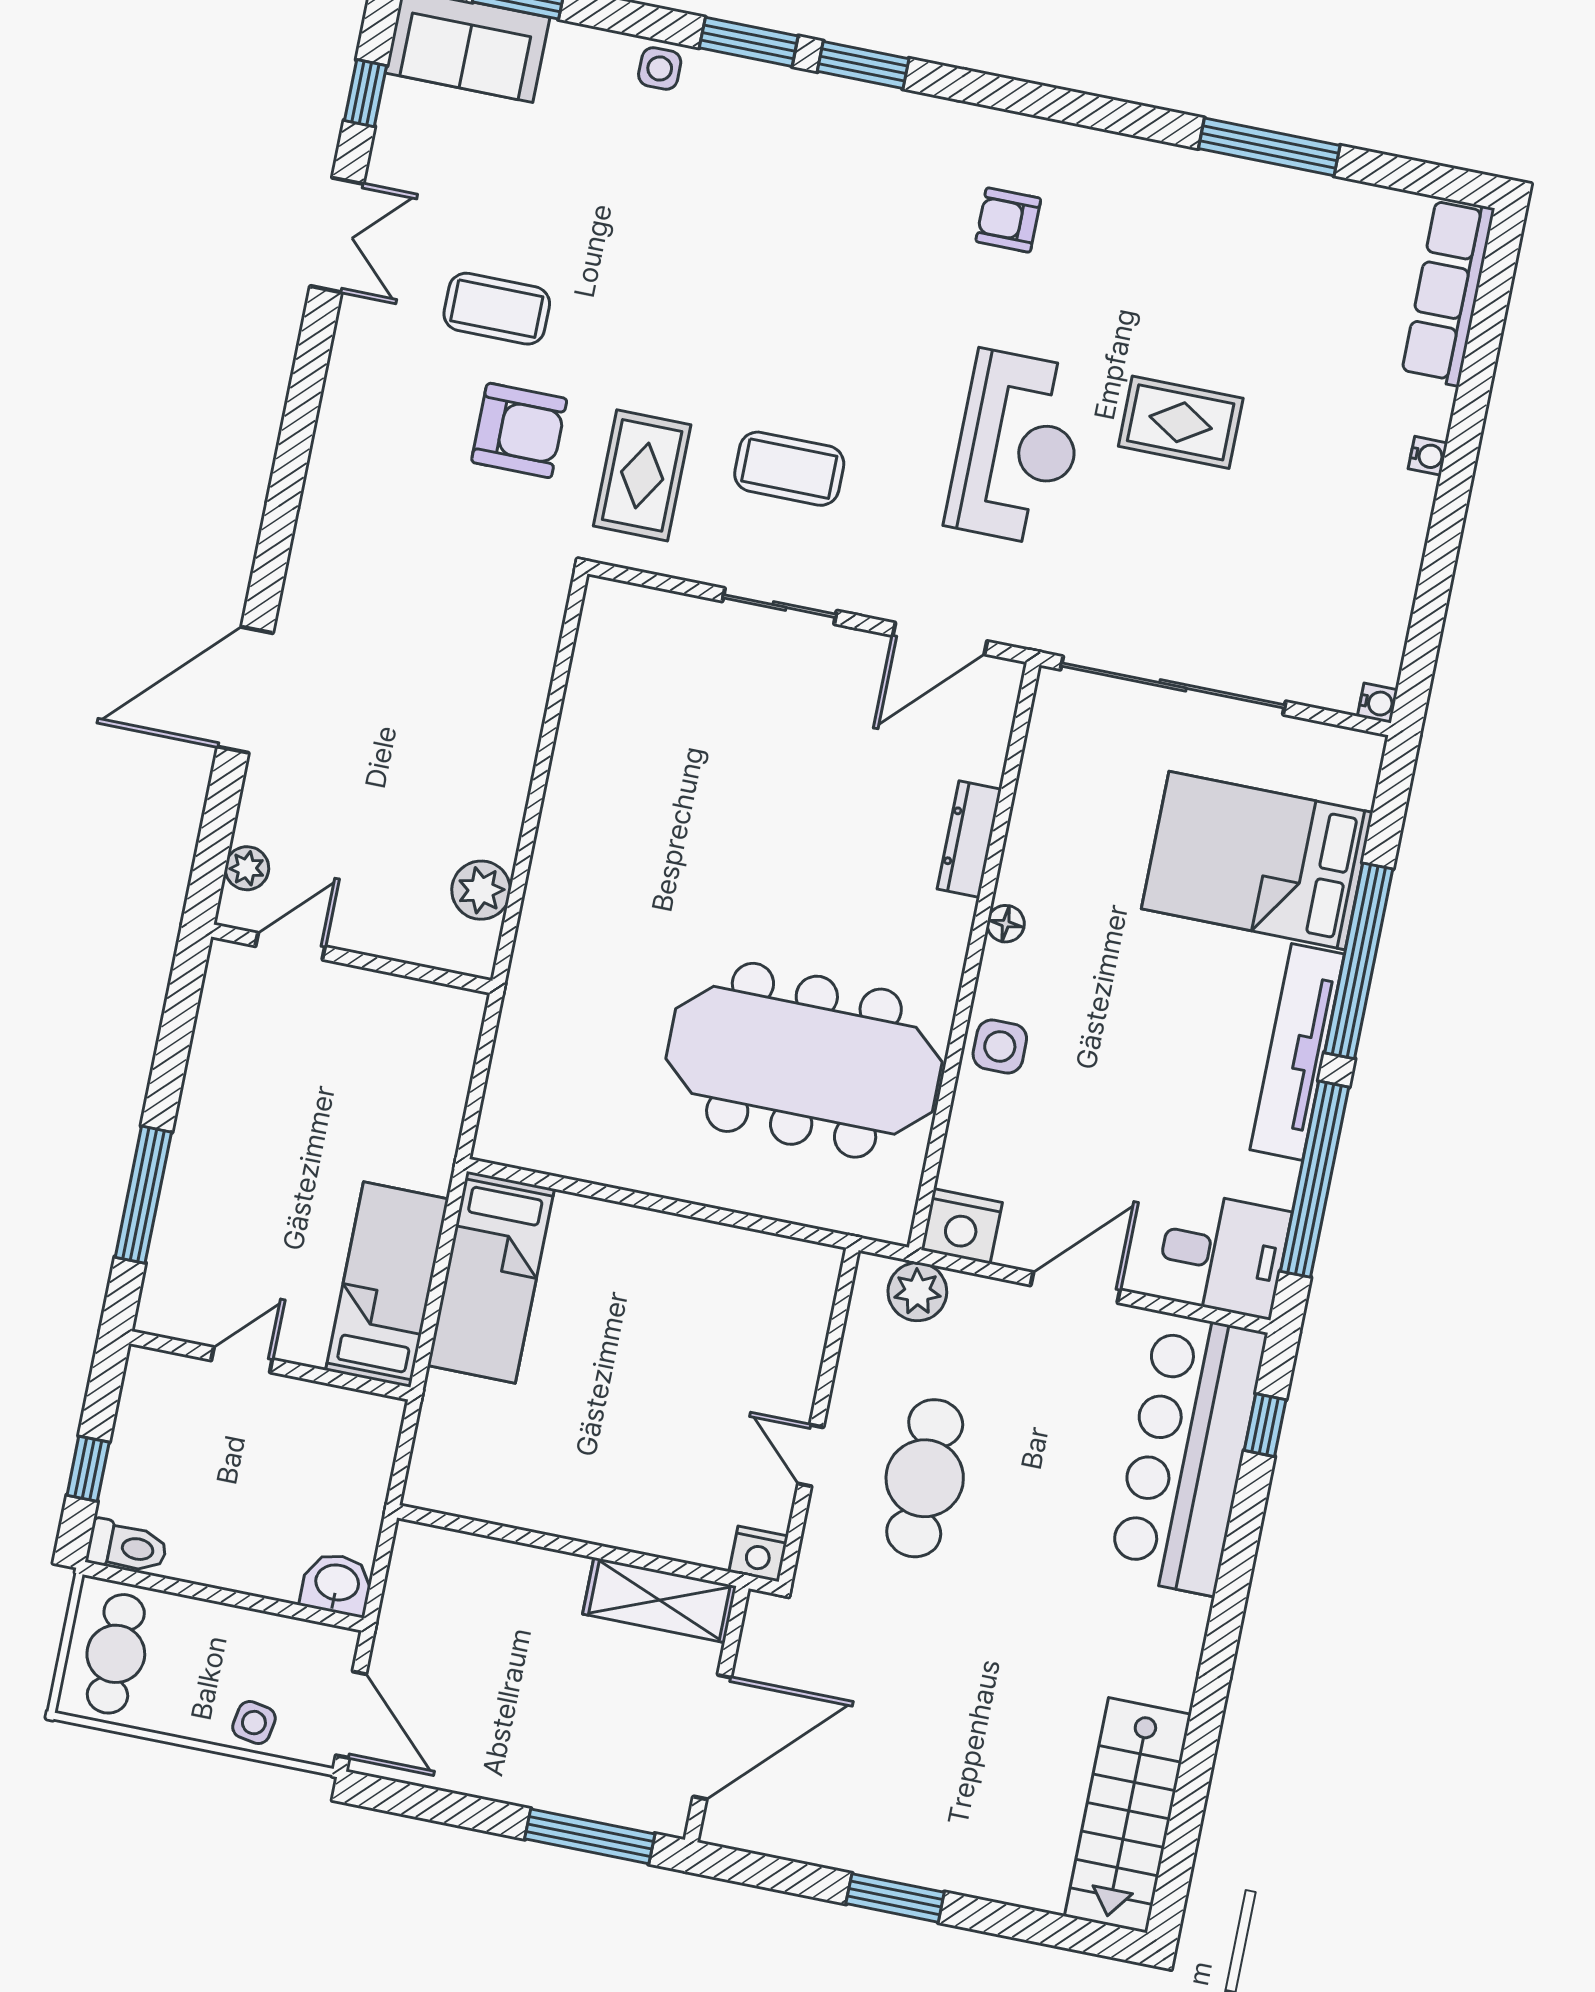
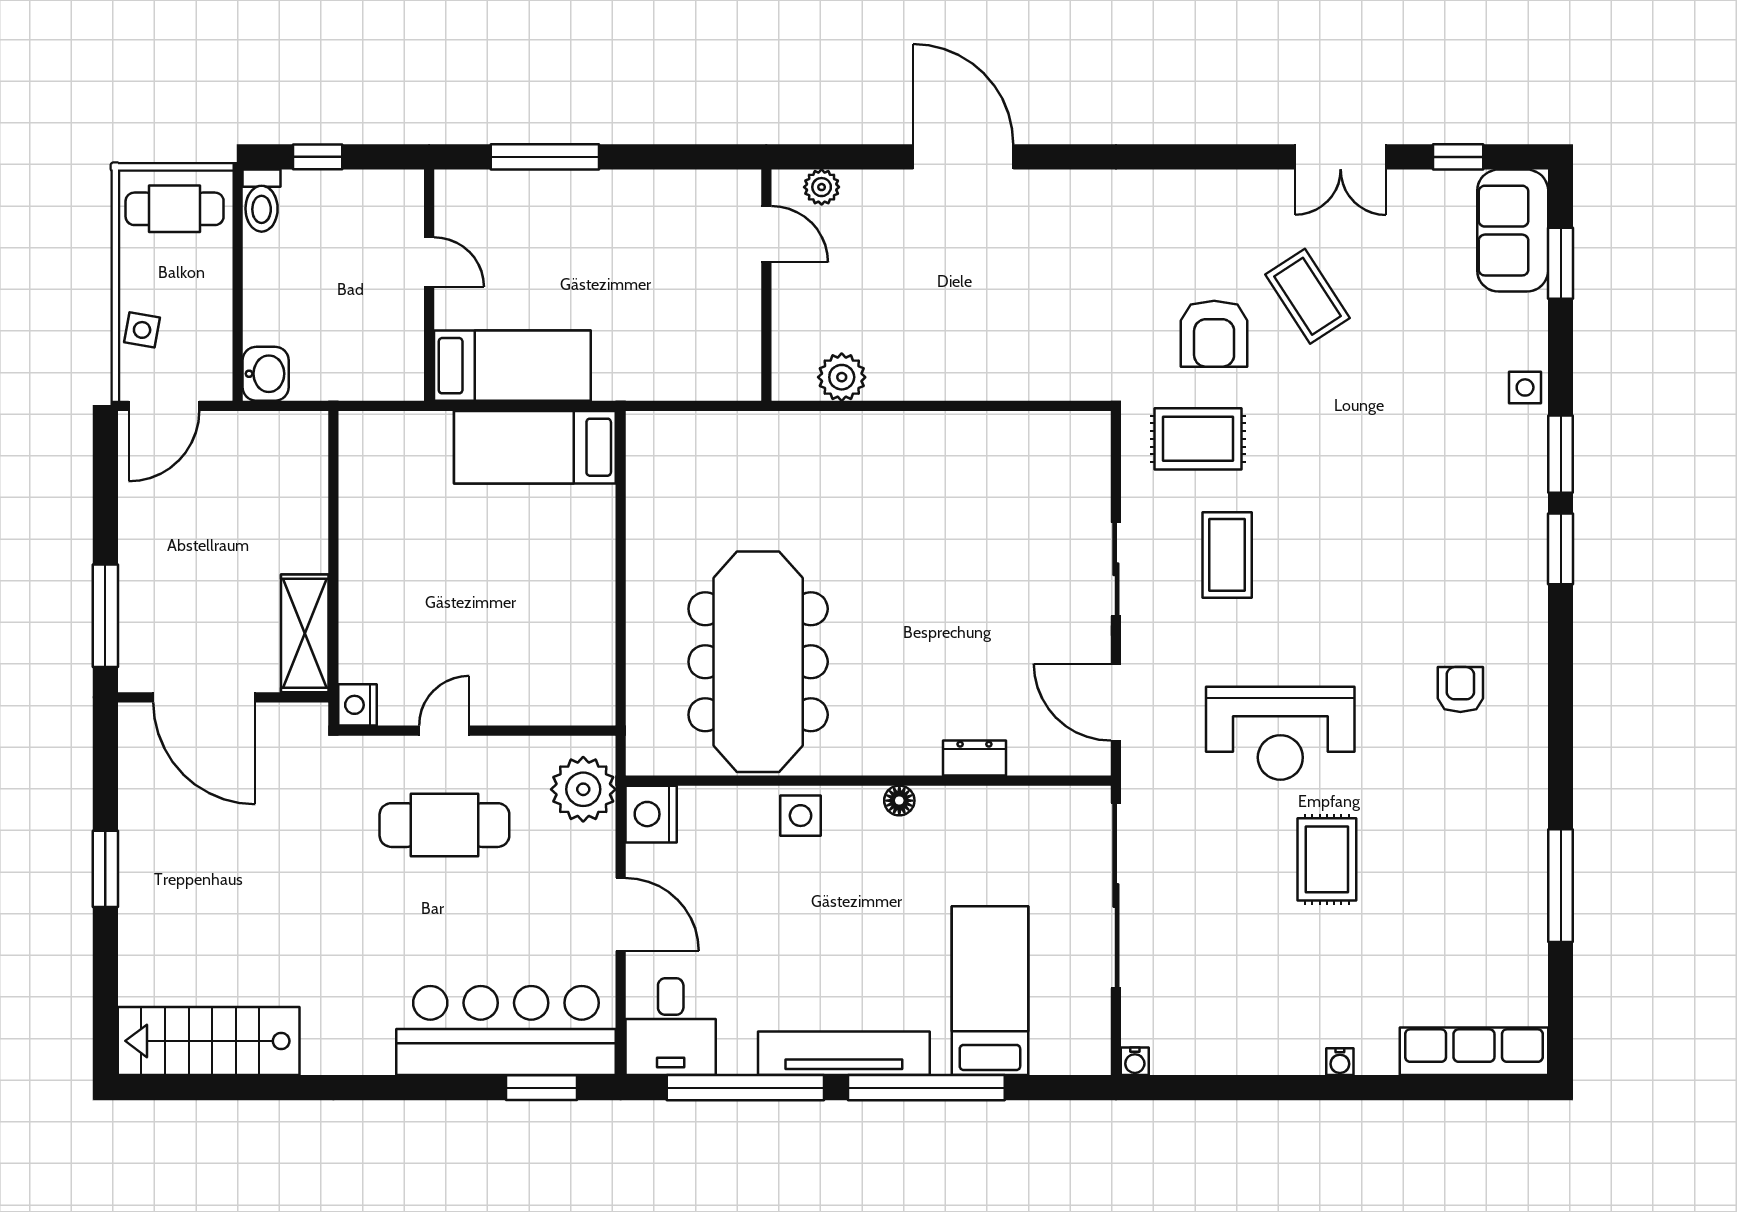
coffee table: (497, 309) -> (1308, 296), turned -33
dresser: (969, 839) -> (974, 758), width x0.70
bed: (1257, 861) -> (990, 991), width x0.67
plant: (917, 1292) -> (583, 789), width x1.36, depth x1.36
window: (1265, 1425) -> (541, 1088), width x1.50

